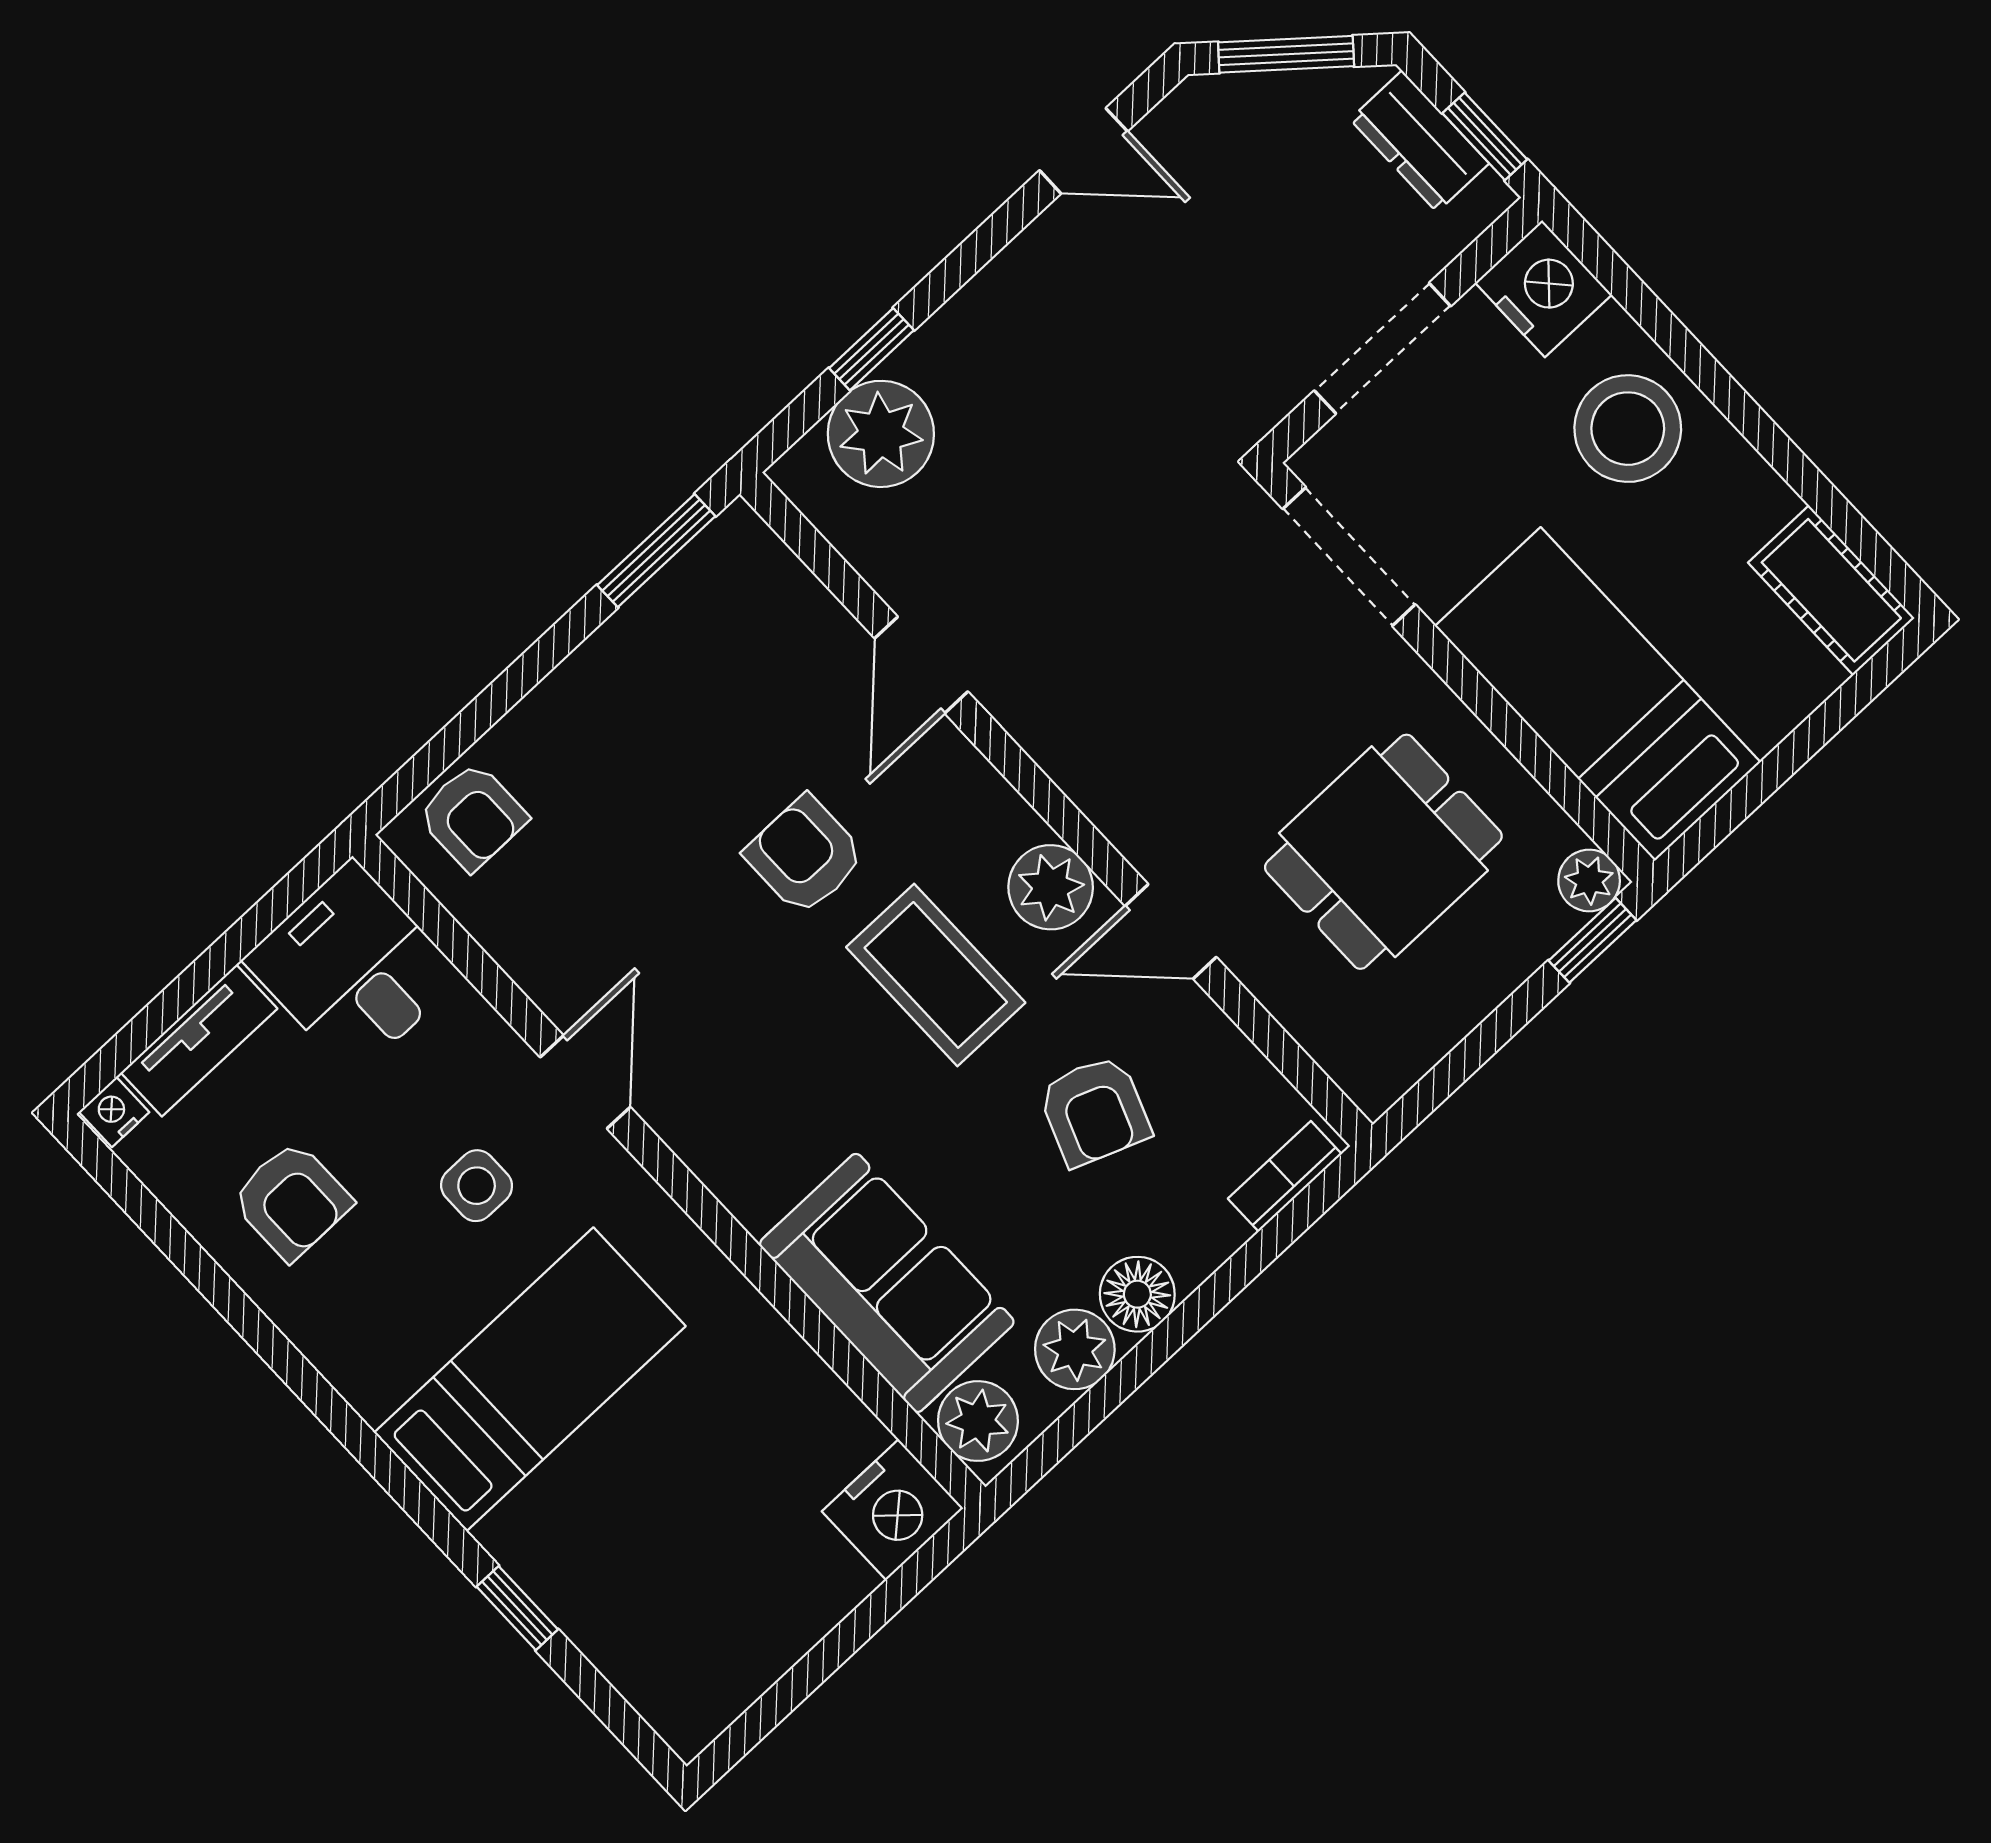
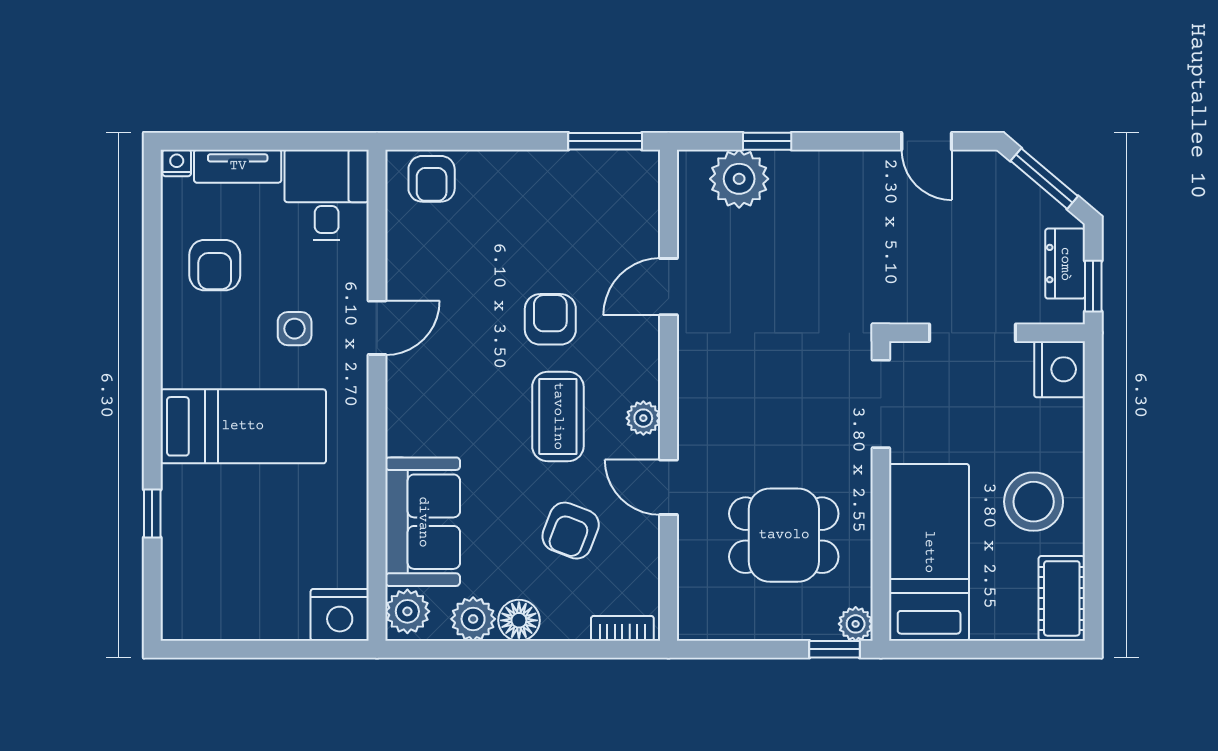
stool: (1628, 429) -> (1034, 502), moved
plant: (1051, 887) -> (643, 418), width x0.73, depth x0.73

